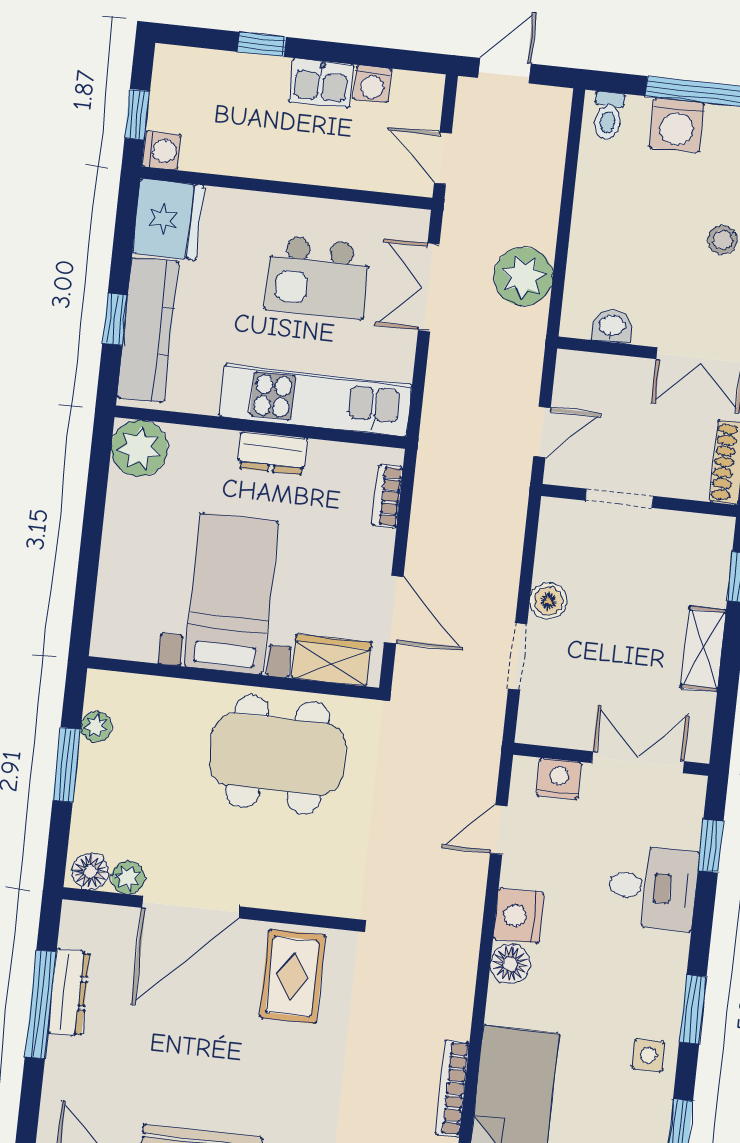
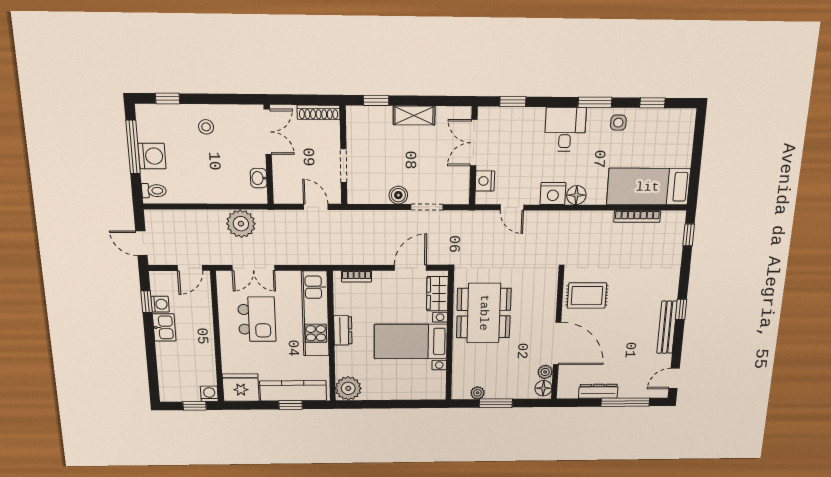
window: (262, 44) -> (146, 302), moved
desk: (652, 888) -> (565, 129), moved
window: (41, 1004) -> (625, 402), moved

